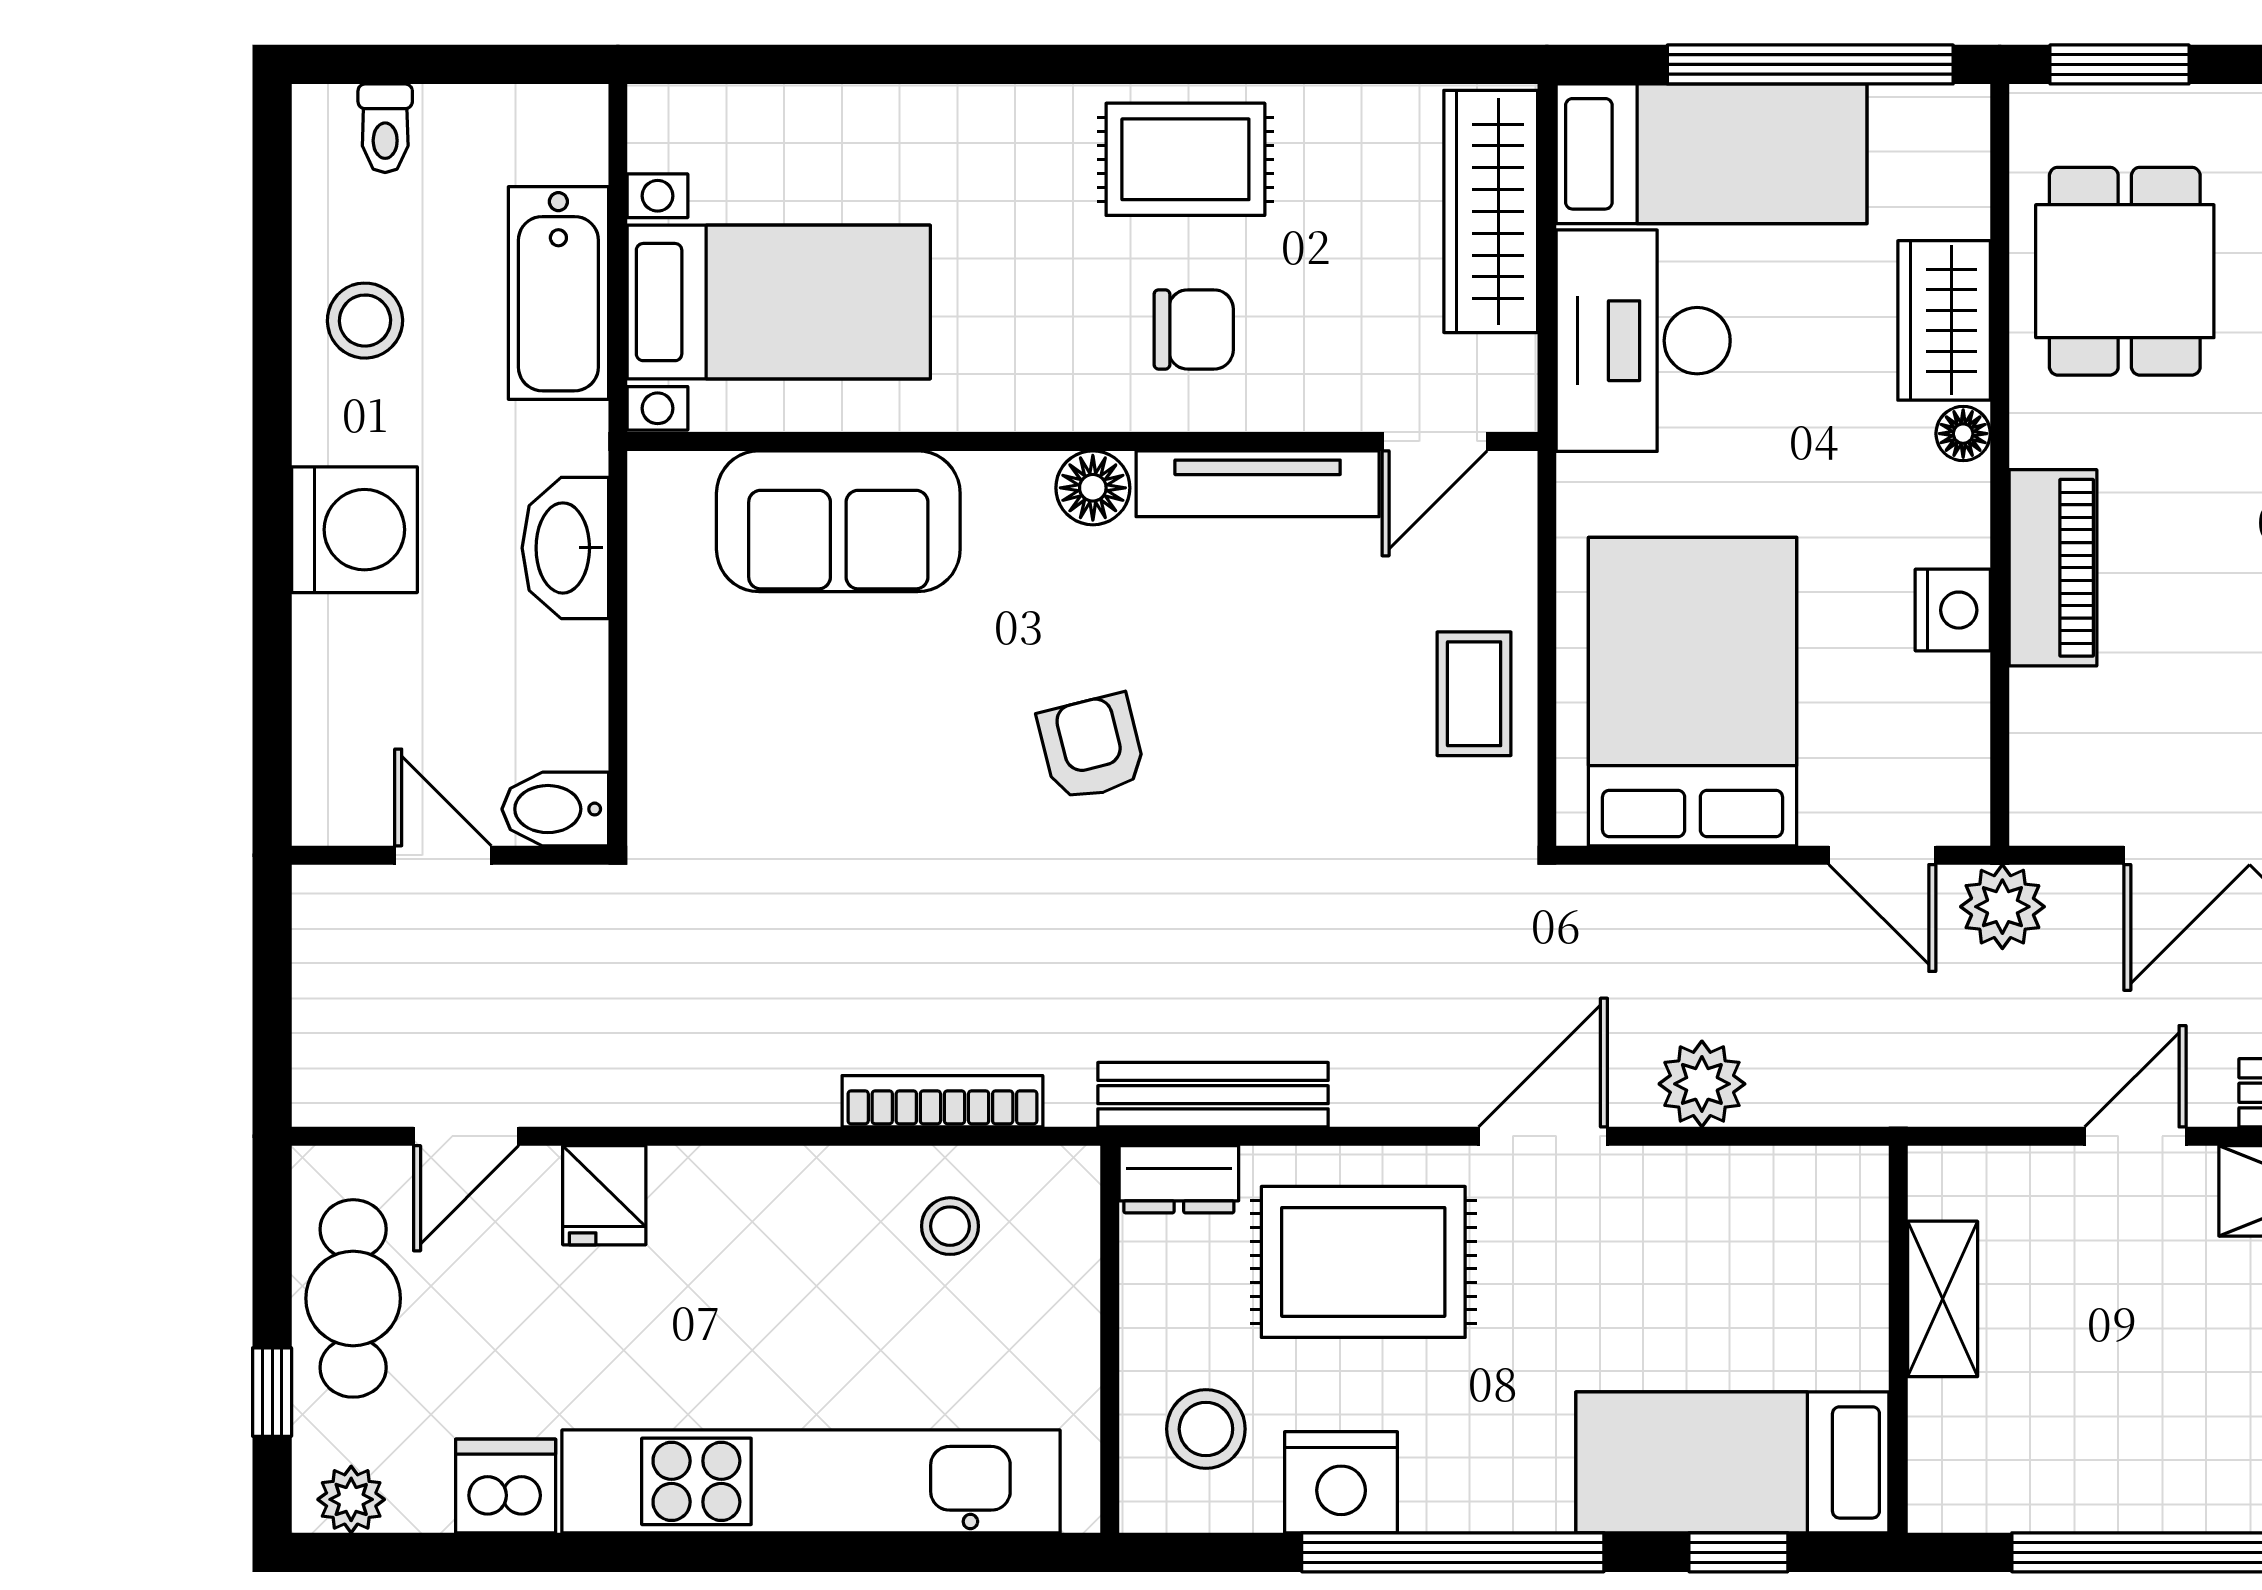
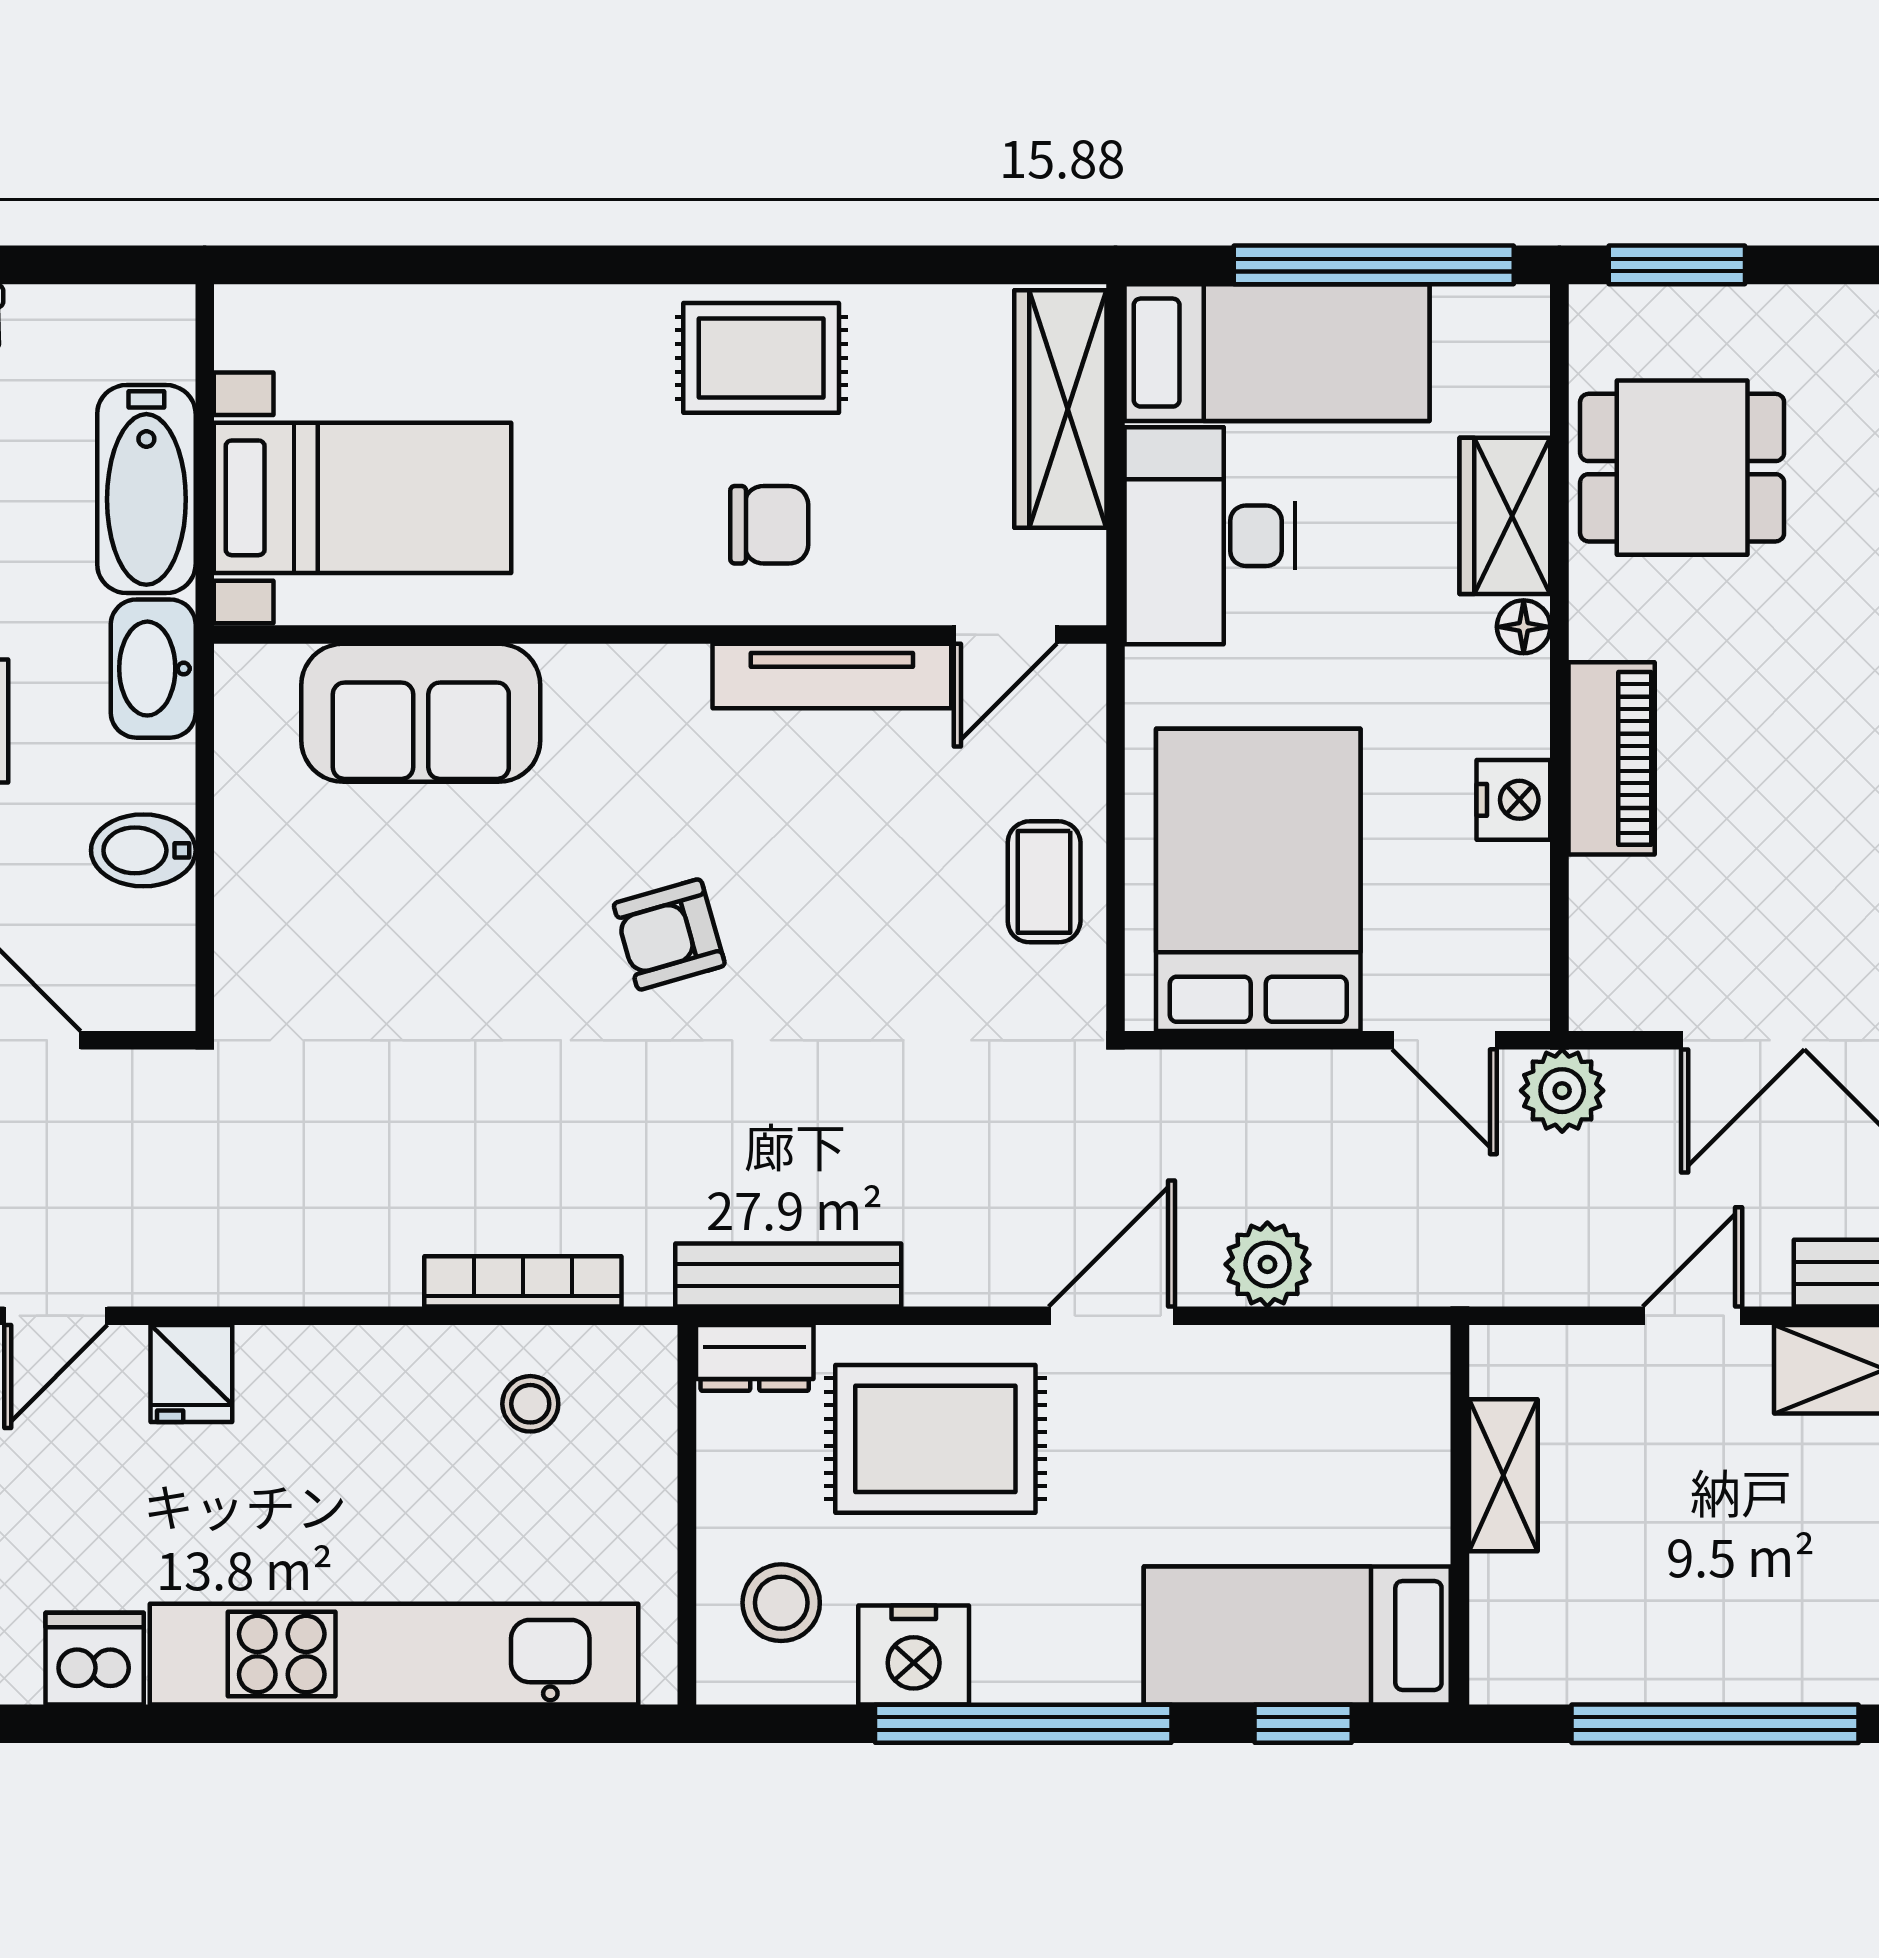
dining table: (2125, 271) -> (1682, 468), turned 90
floor lamp: (1093, 488) -> (670, 680), removed
washbasin: (565, 548) -> (153, 669), moved
armchair: (1092, 747) -> (669, 934), turned -92
bidet: (555, 809) -> (143, 850), moved

